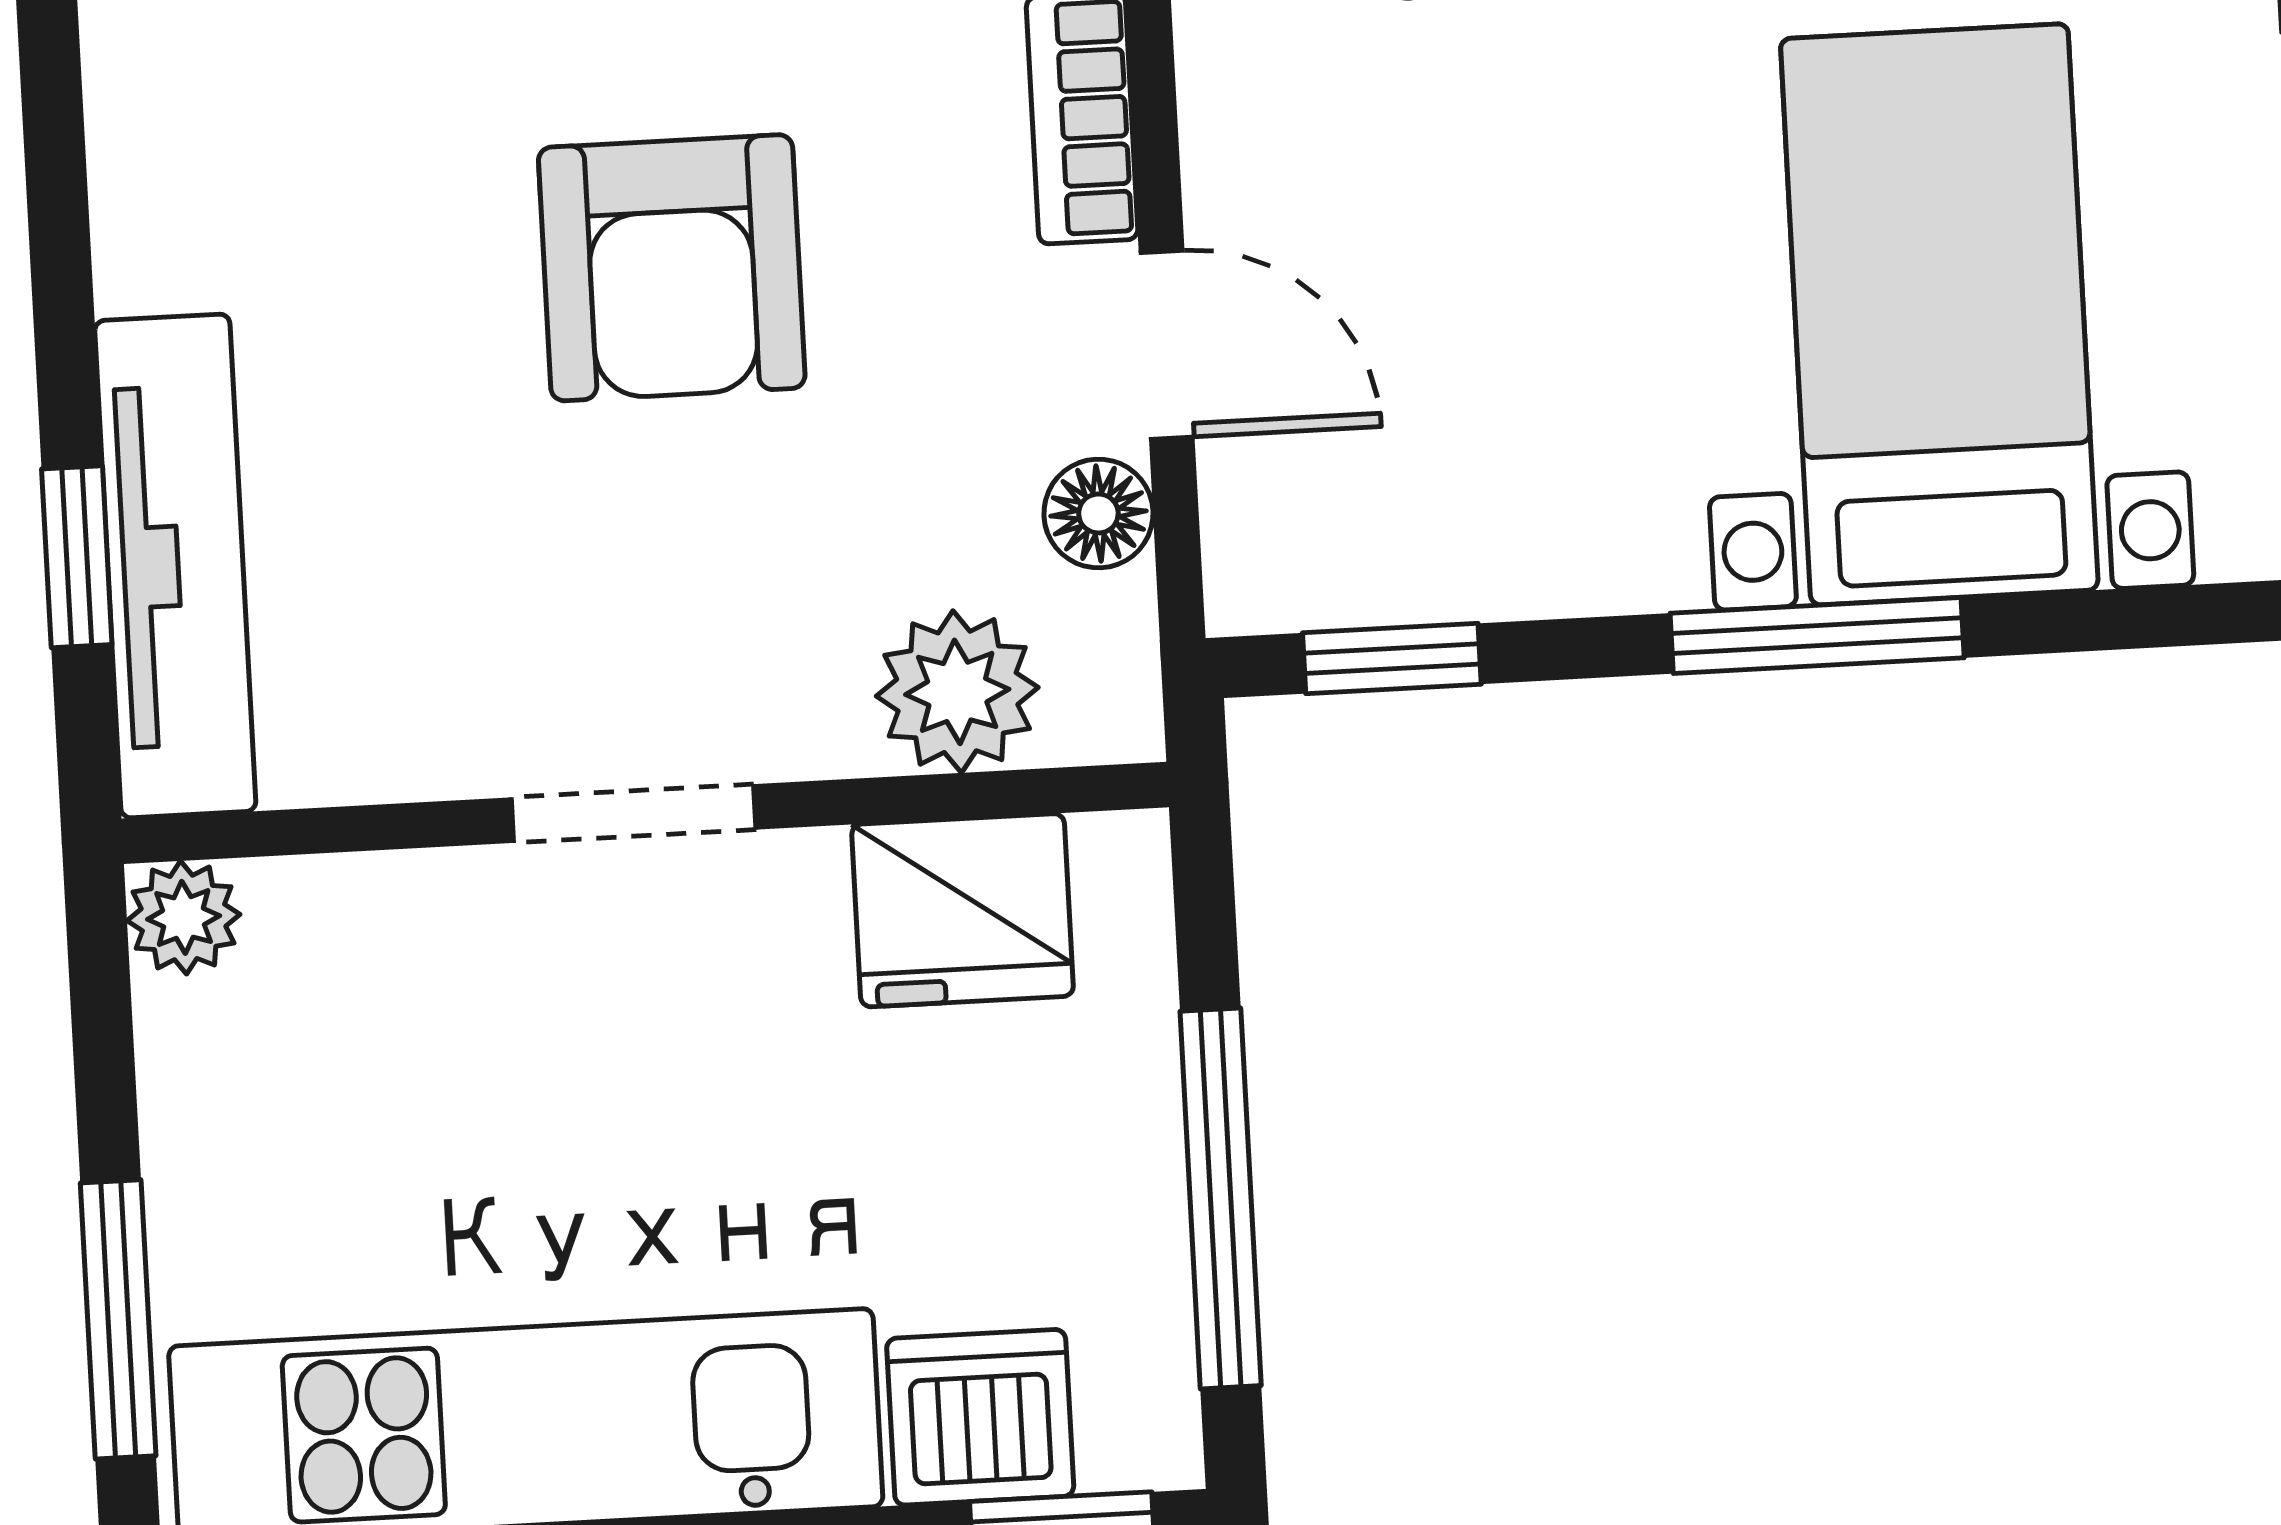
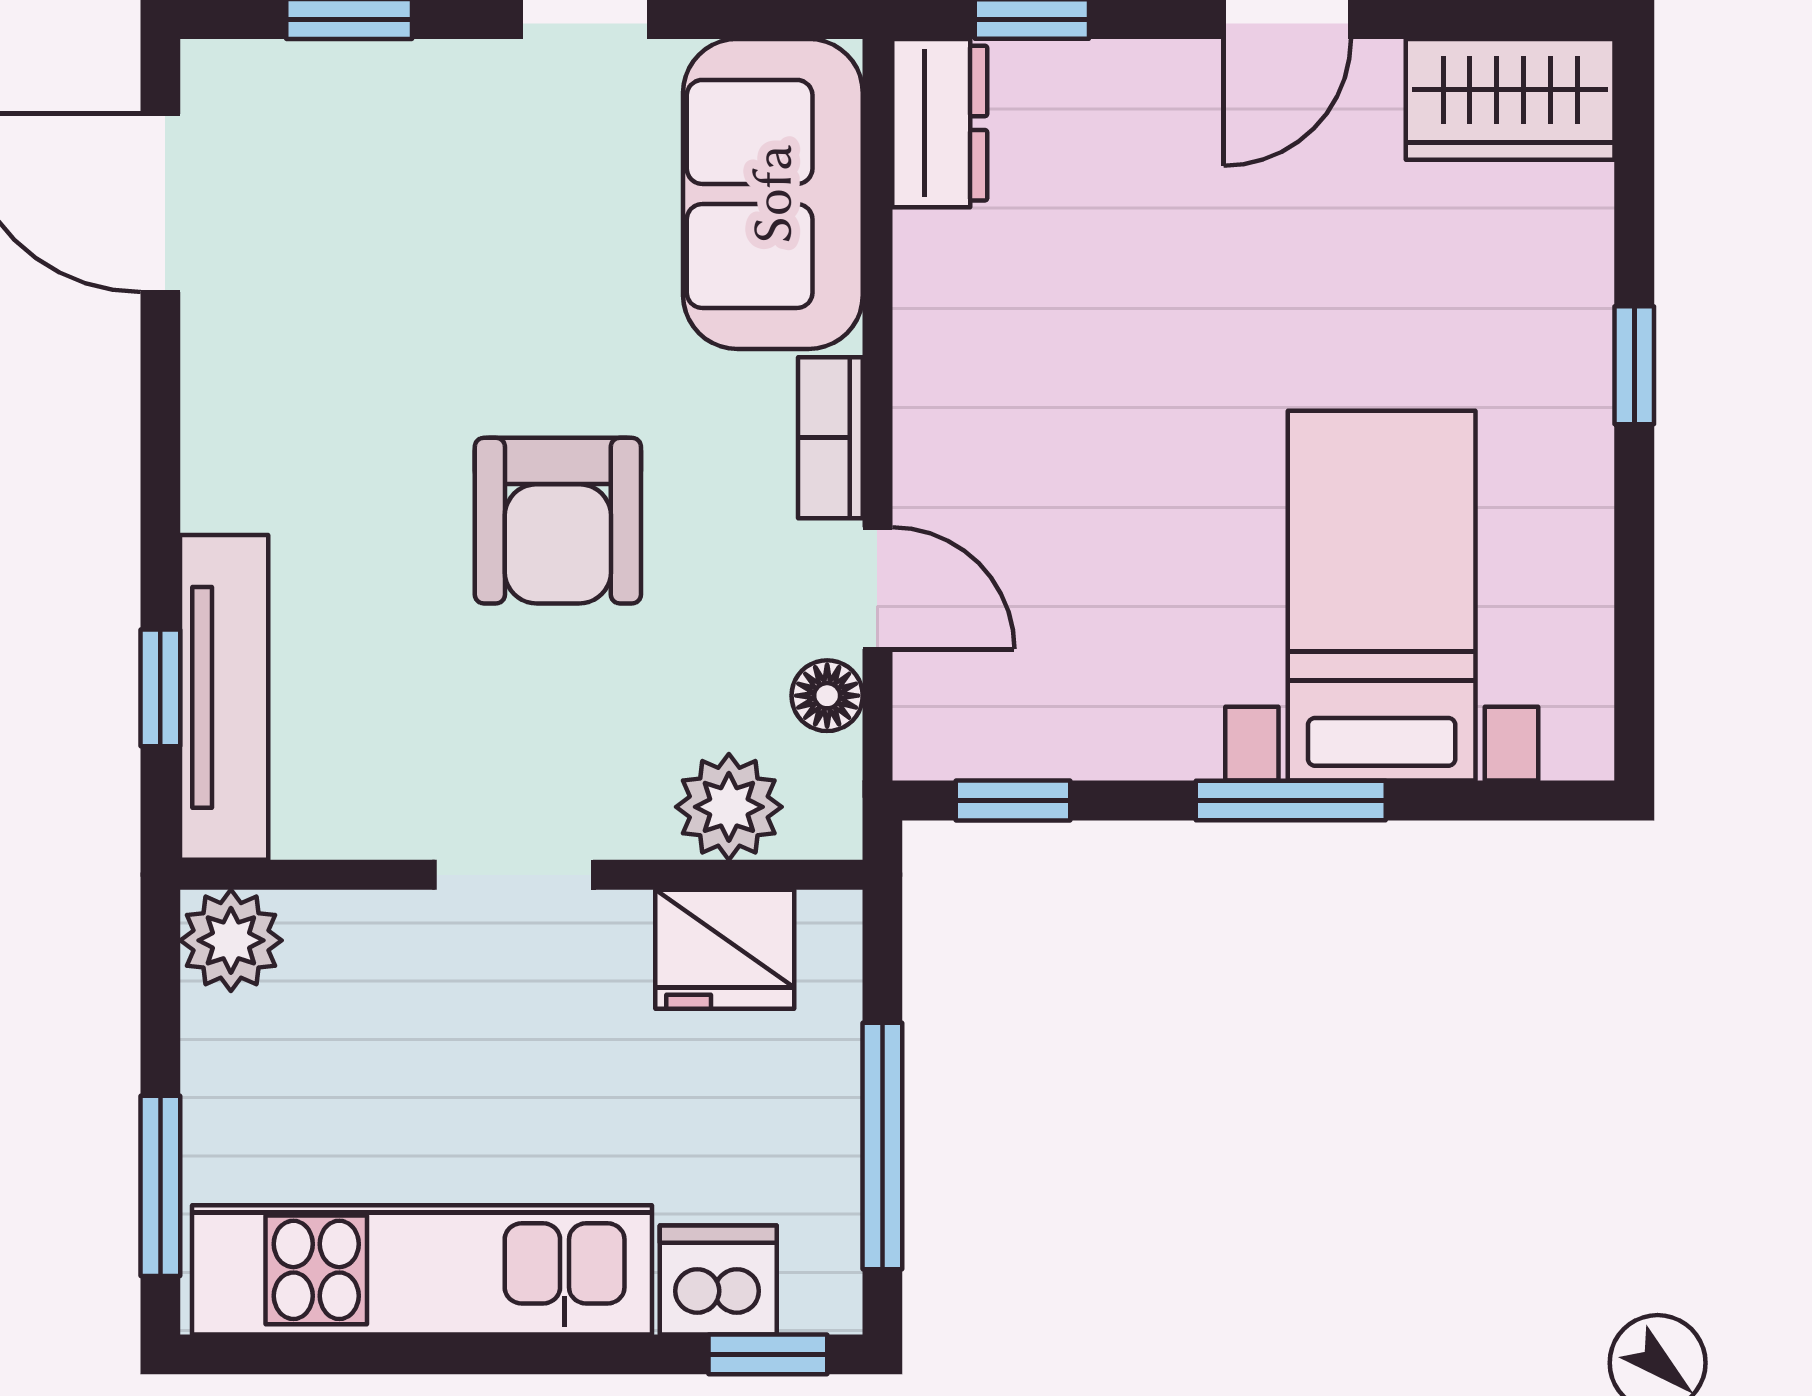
plant: (184, 917) -> (231, 940), width x1.38, depth x1.38

